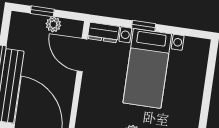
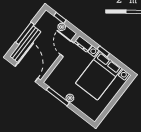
bed with nightstands: (147, 68) -> (99, 76), width x1.36

